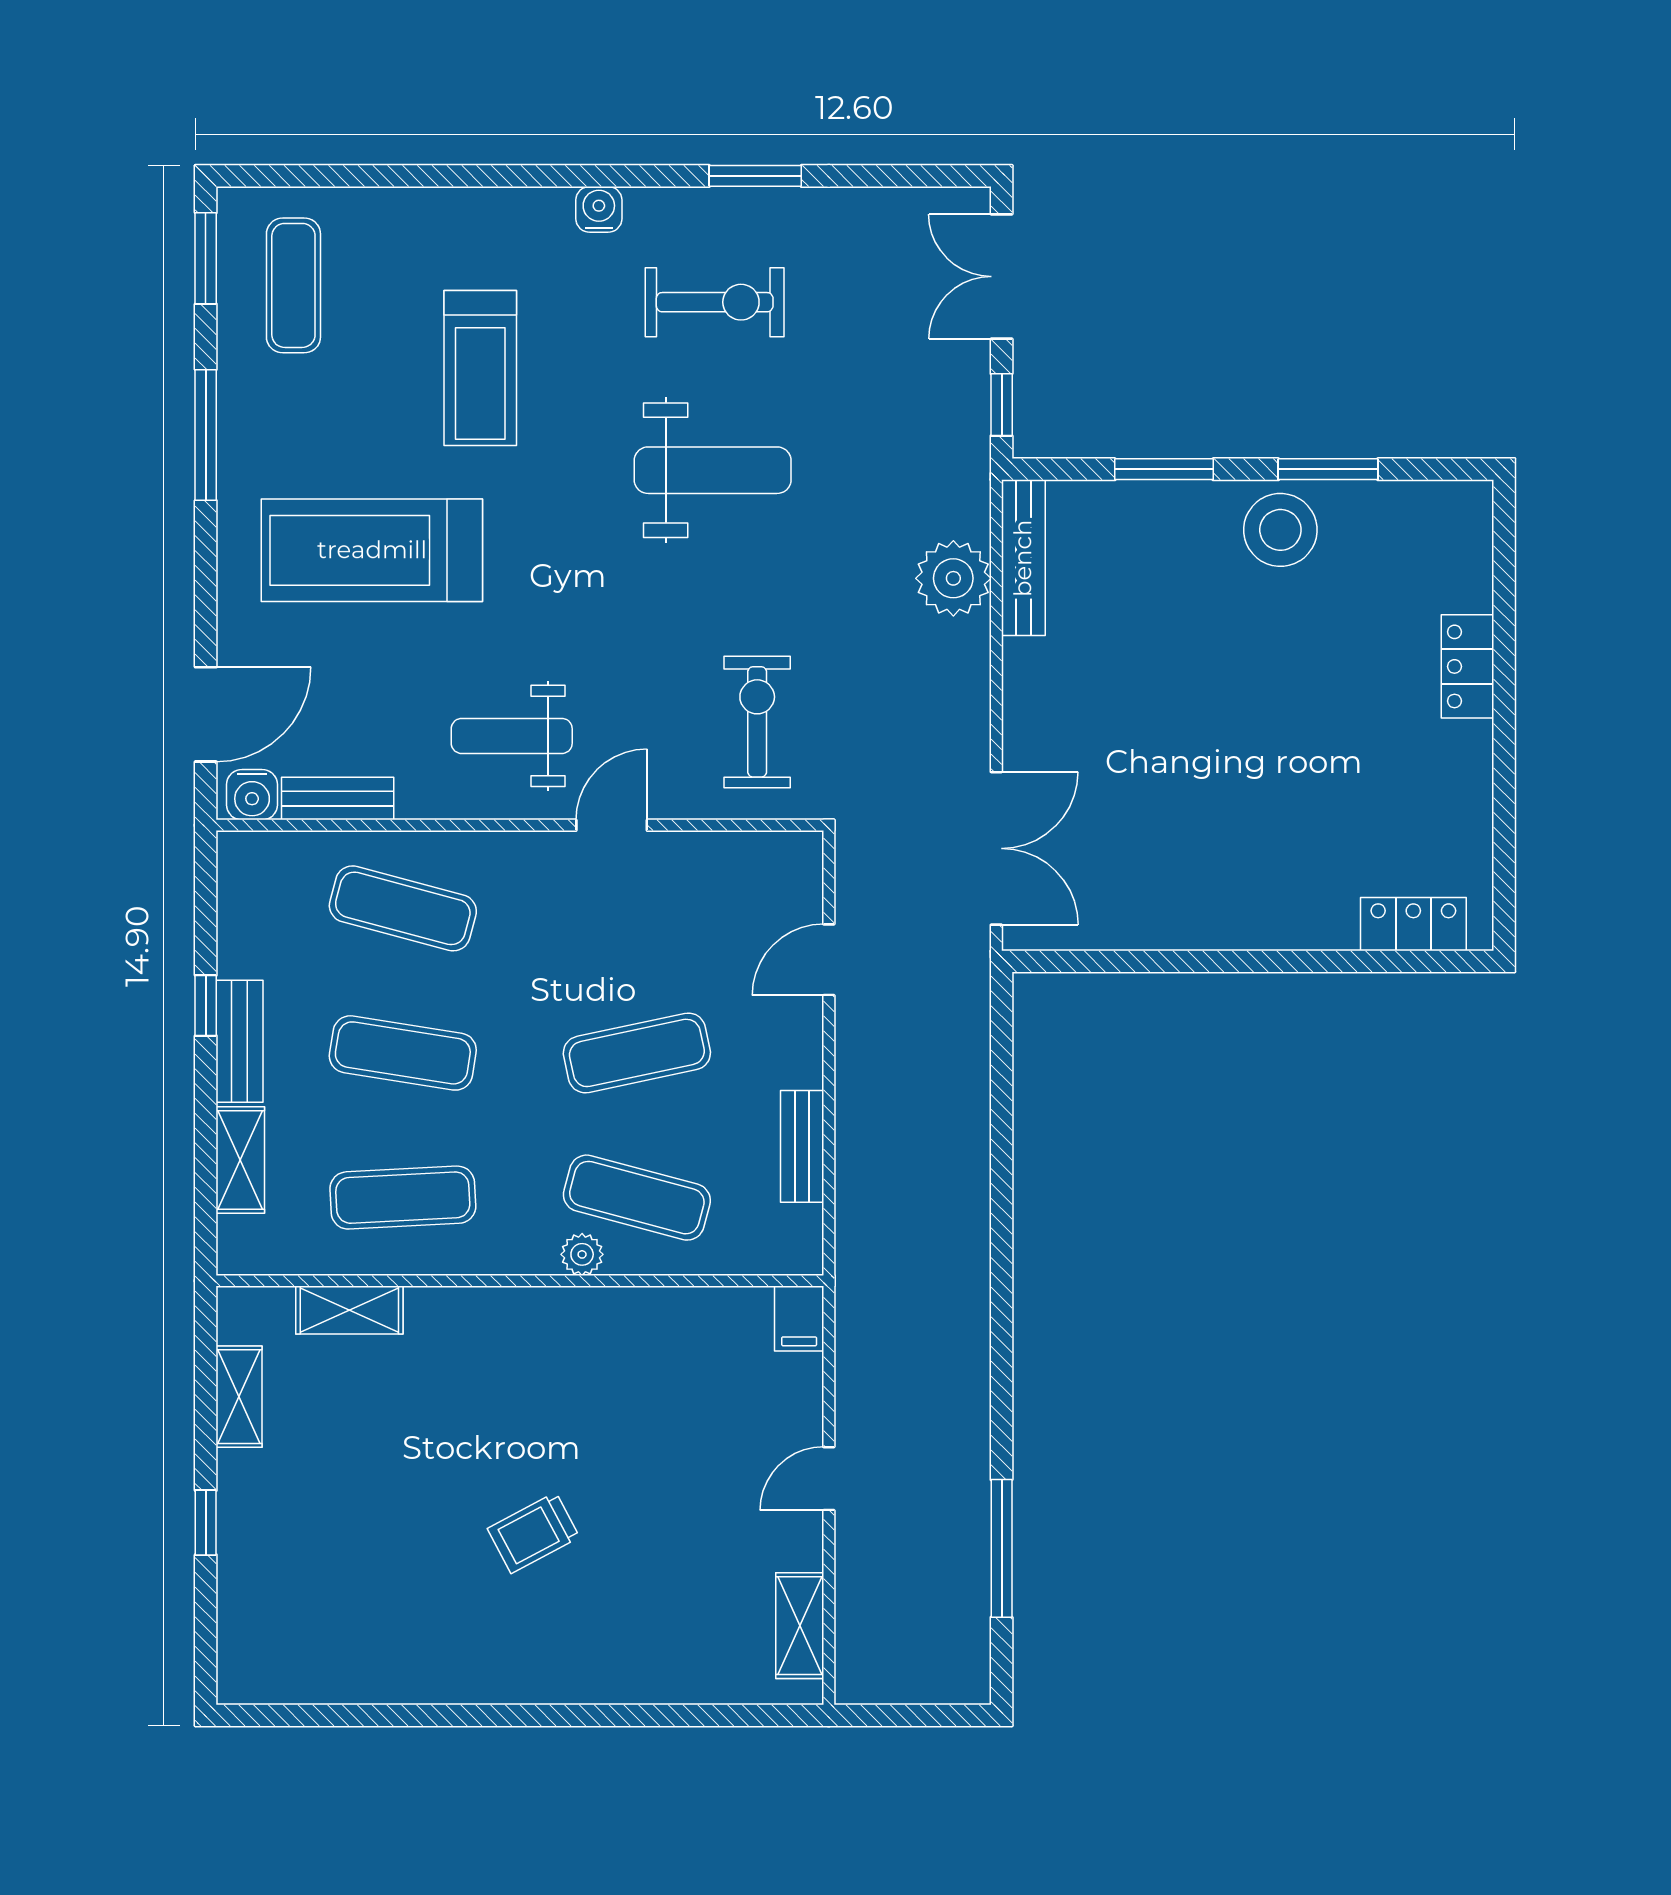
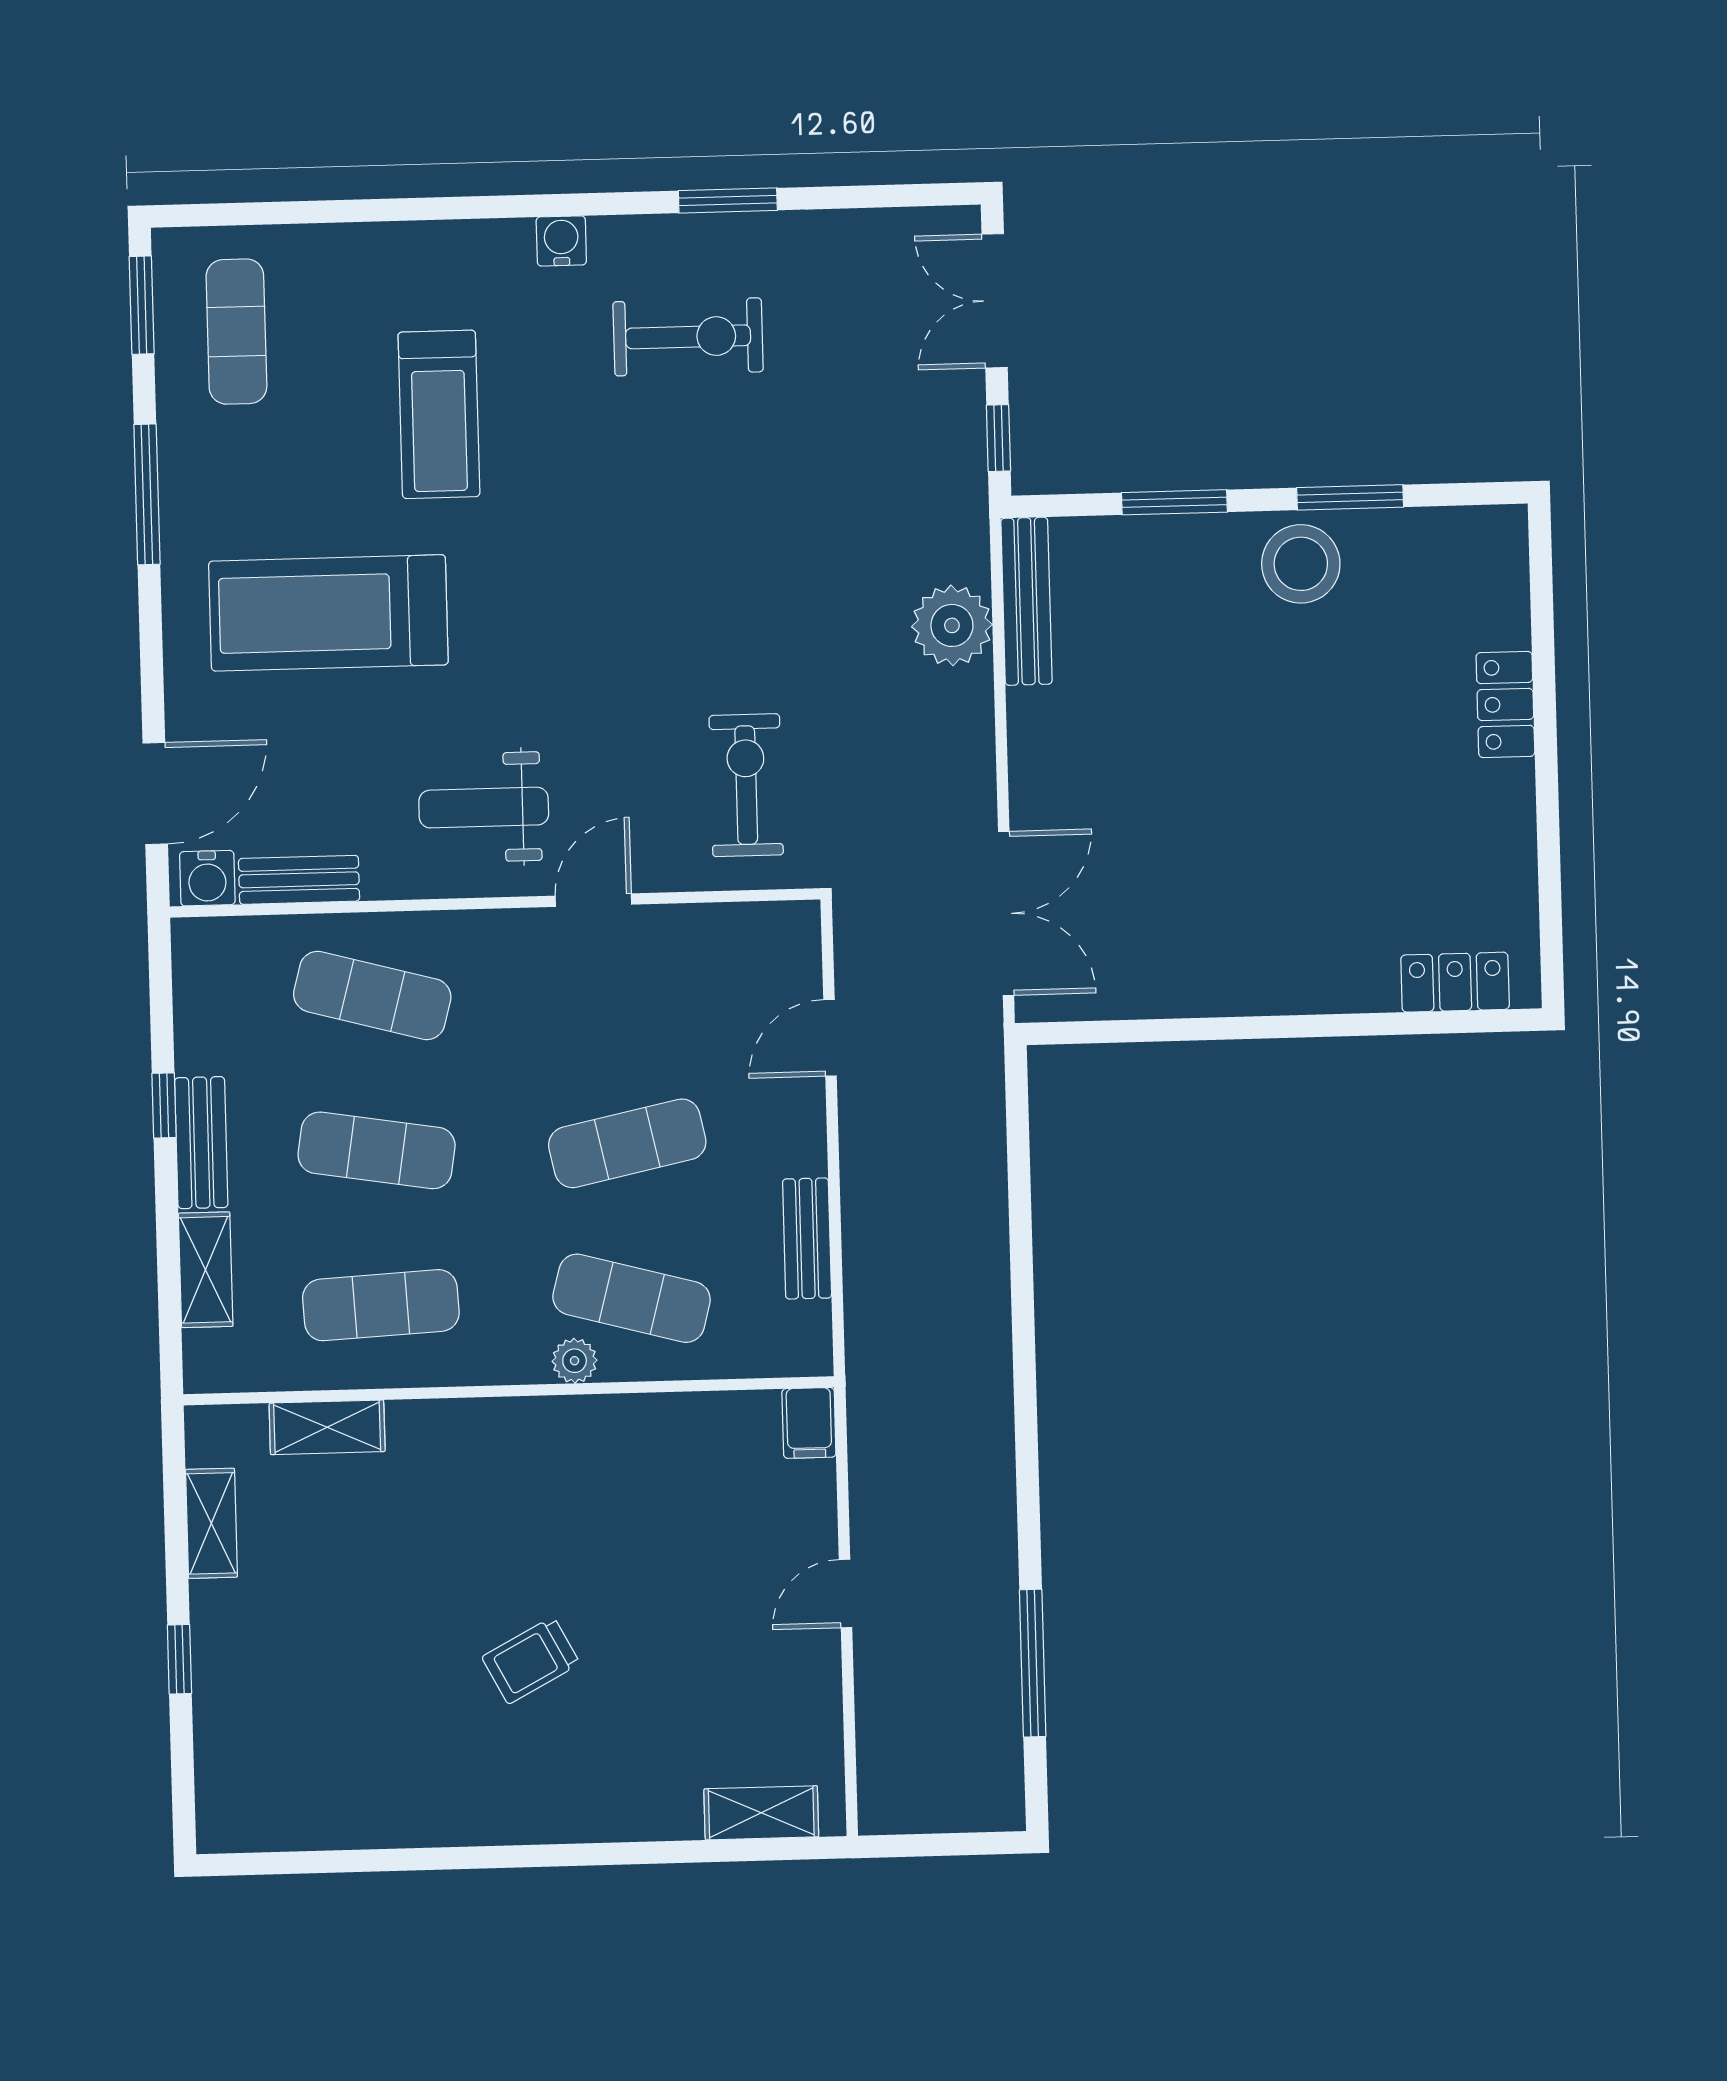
weight bench: (713, 470) -> (691, 517), removed
shelving: (800, 1626) -> (761, 1813), moved, turned 90

